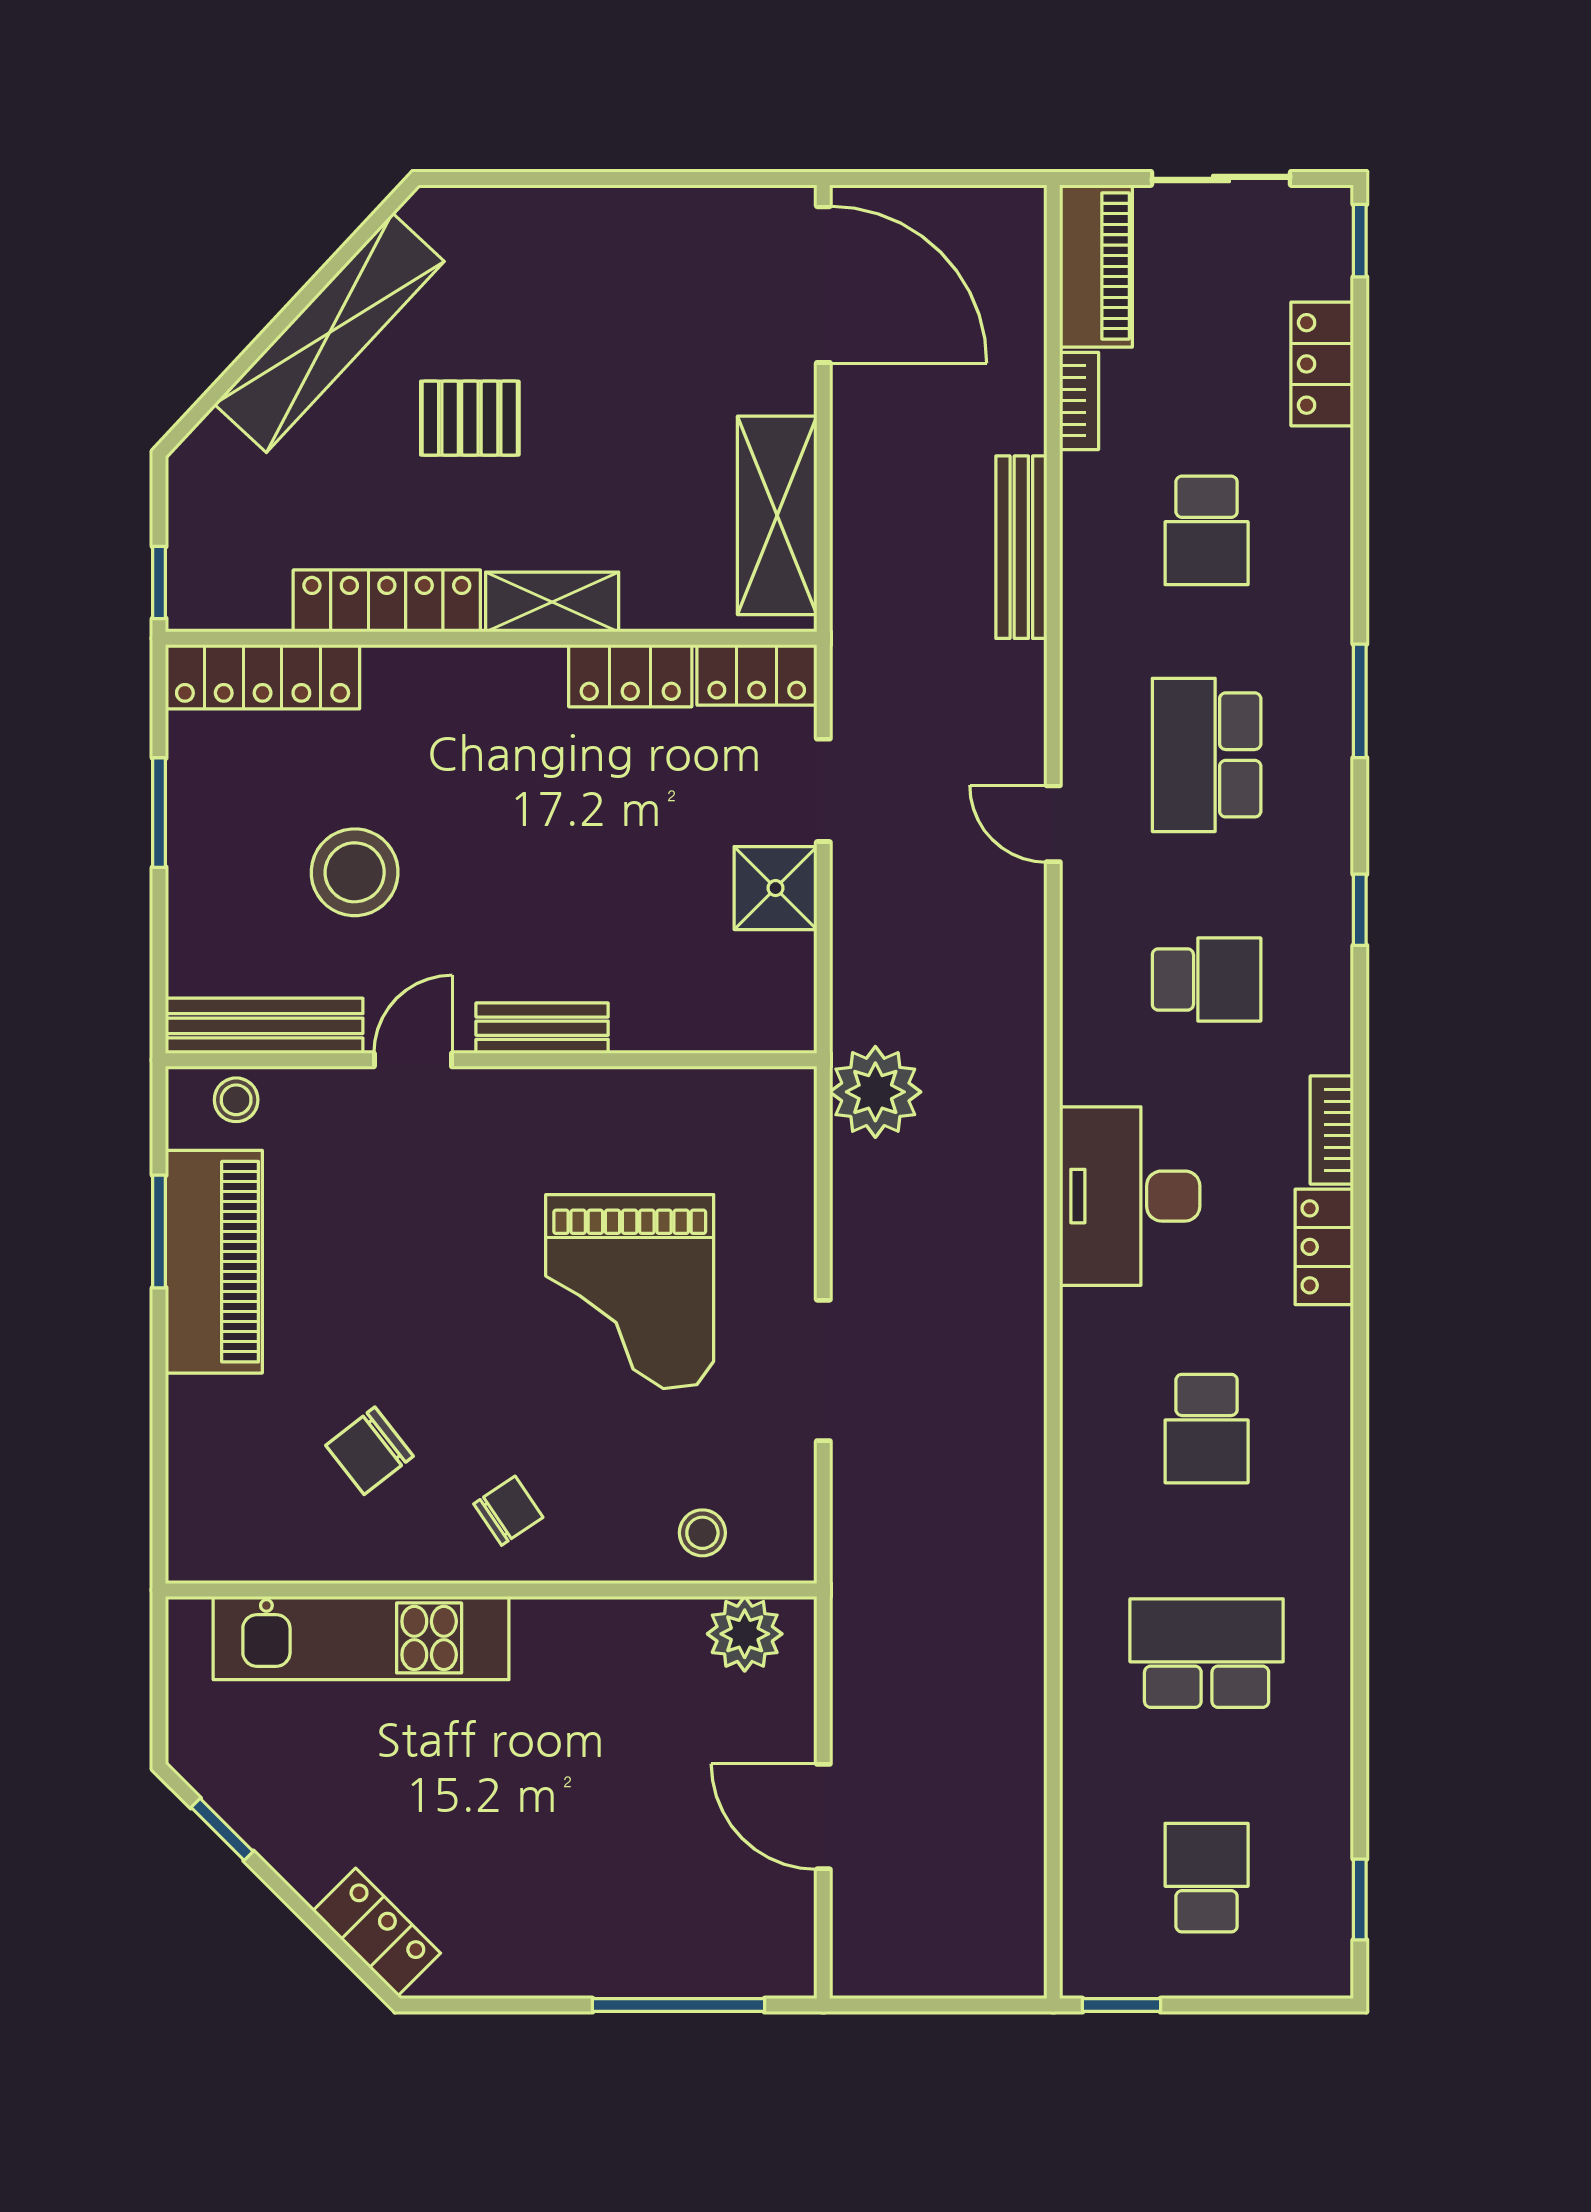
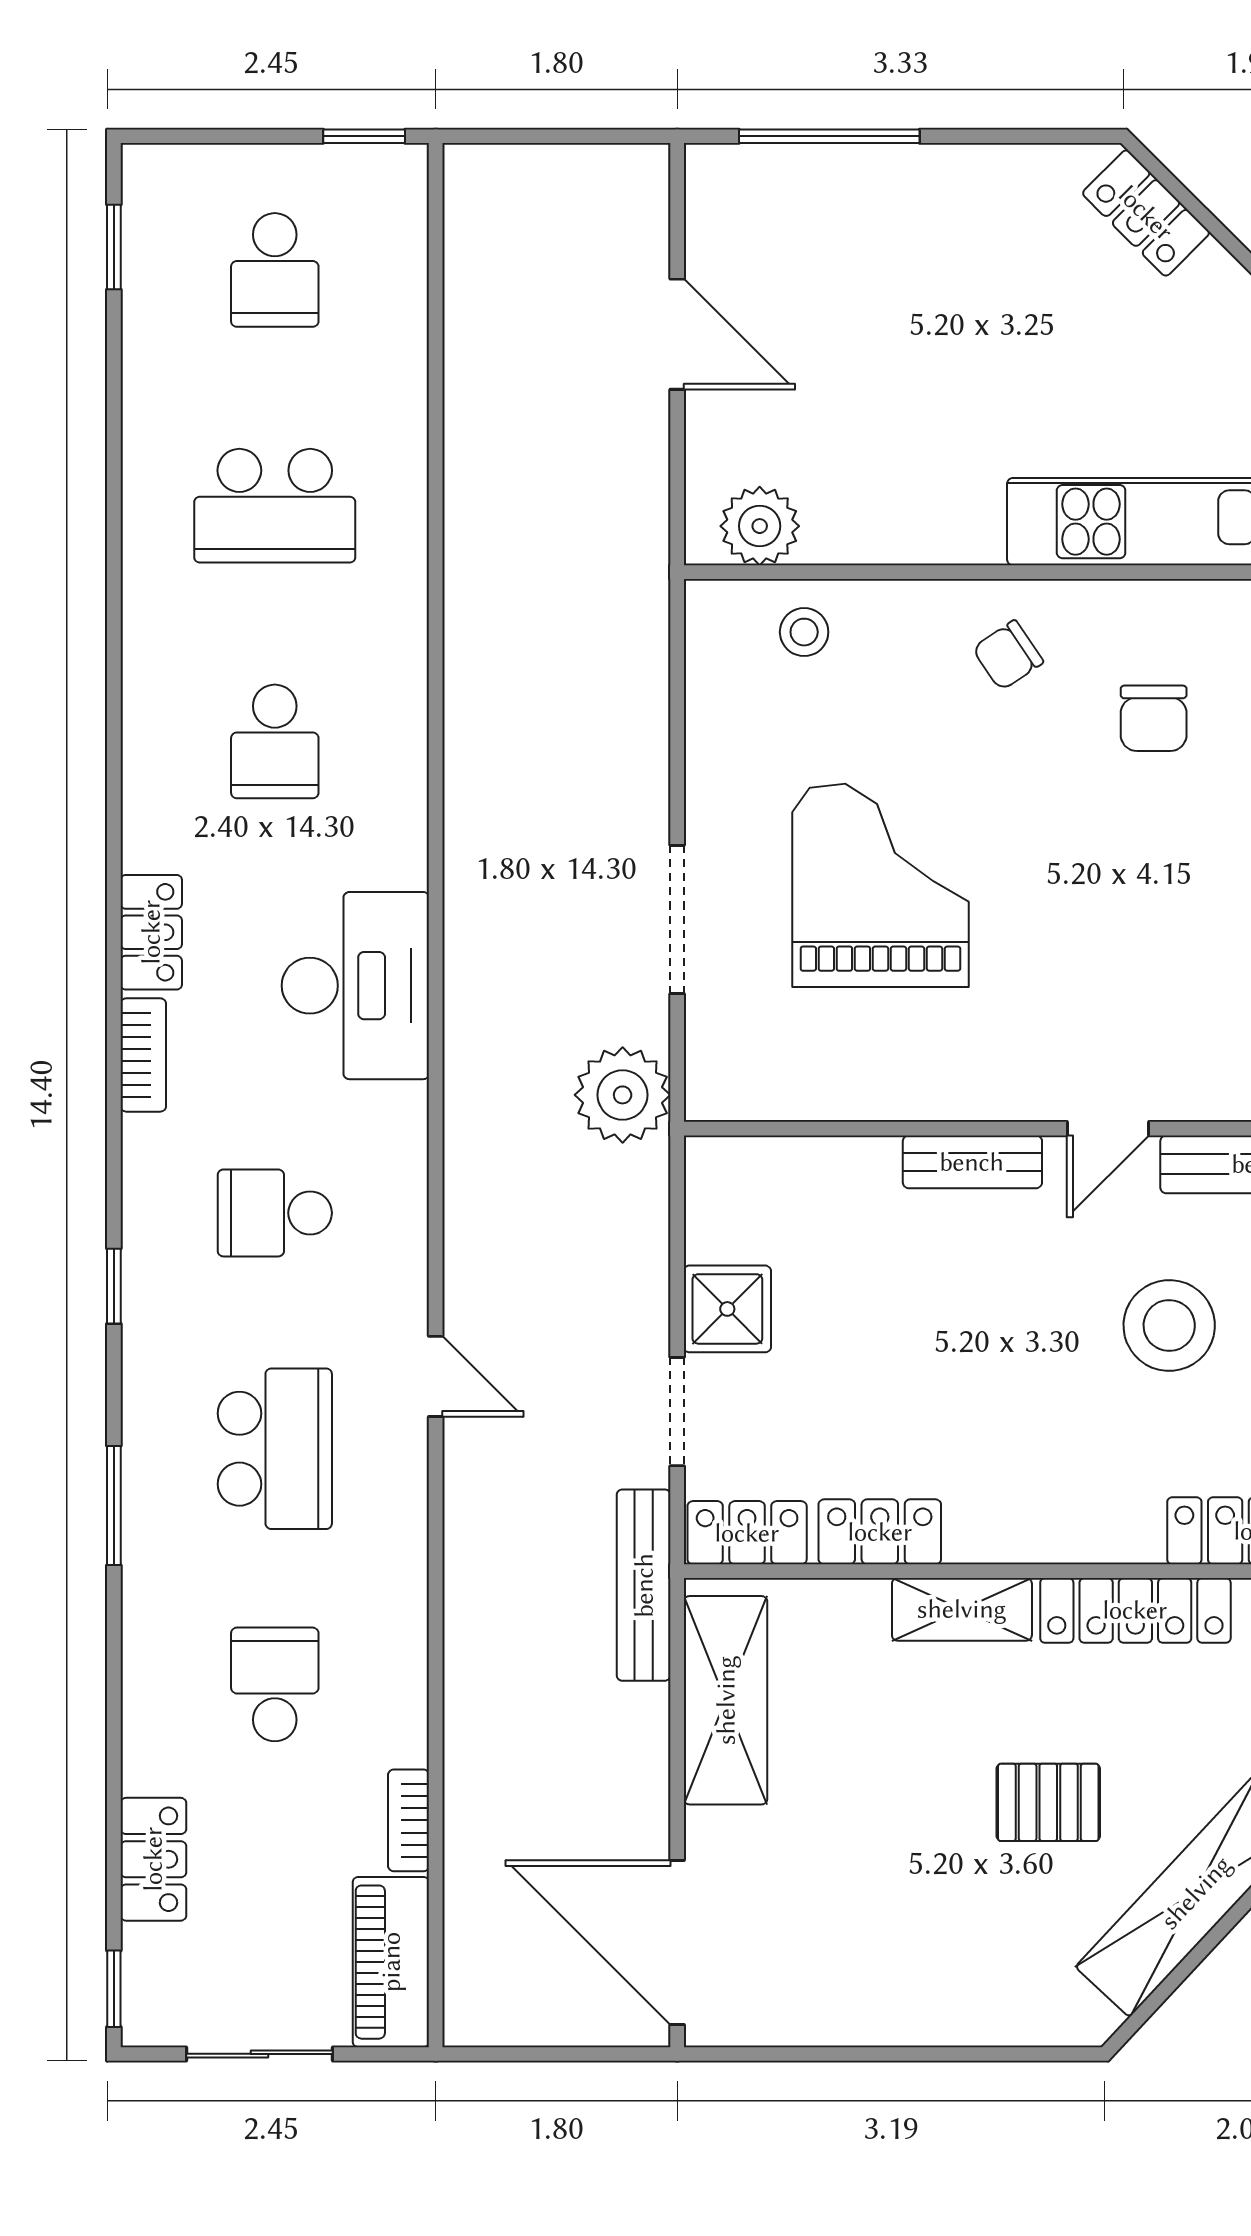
bench: (1021, 547) -> (644, 1585), moved
doorway: (823, 1370) -> (677, 920), moved
school desk: (1207, 1429) -> (275, 741), turned 180
chair: (369, 1451) -> (1154, 718), turned 128

